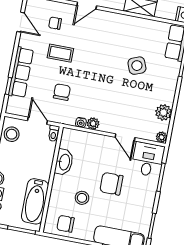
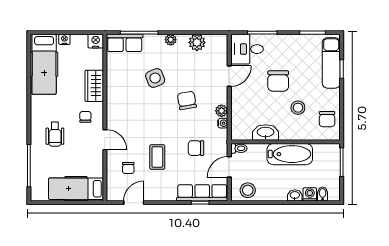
row of seats: (21, 72) -> (202, 193), moved
chair: (109, 92) -> (187, 100), added
plant: (162, 137) -> (171, 40), moved
bathtub: (35, 201) -> (290, 154), moved

